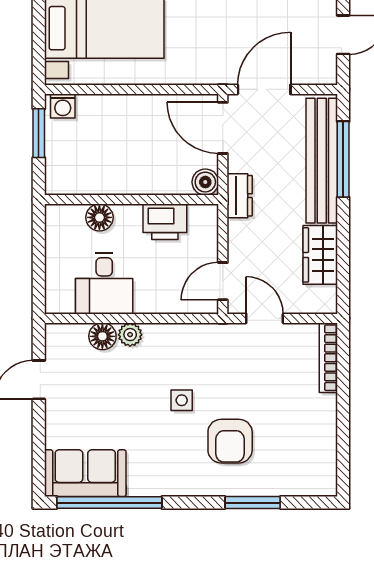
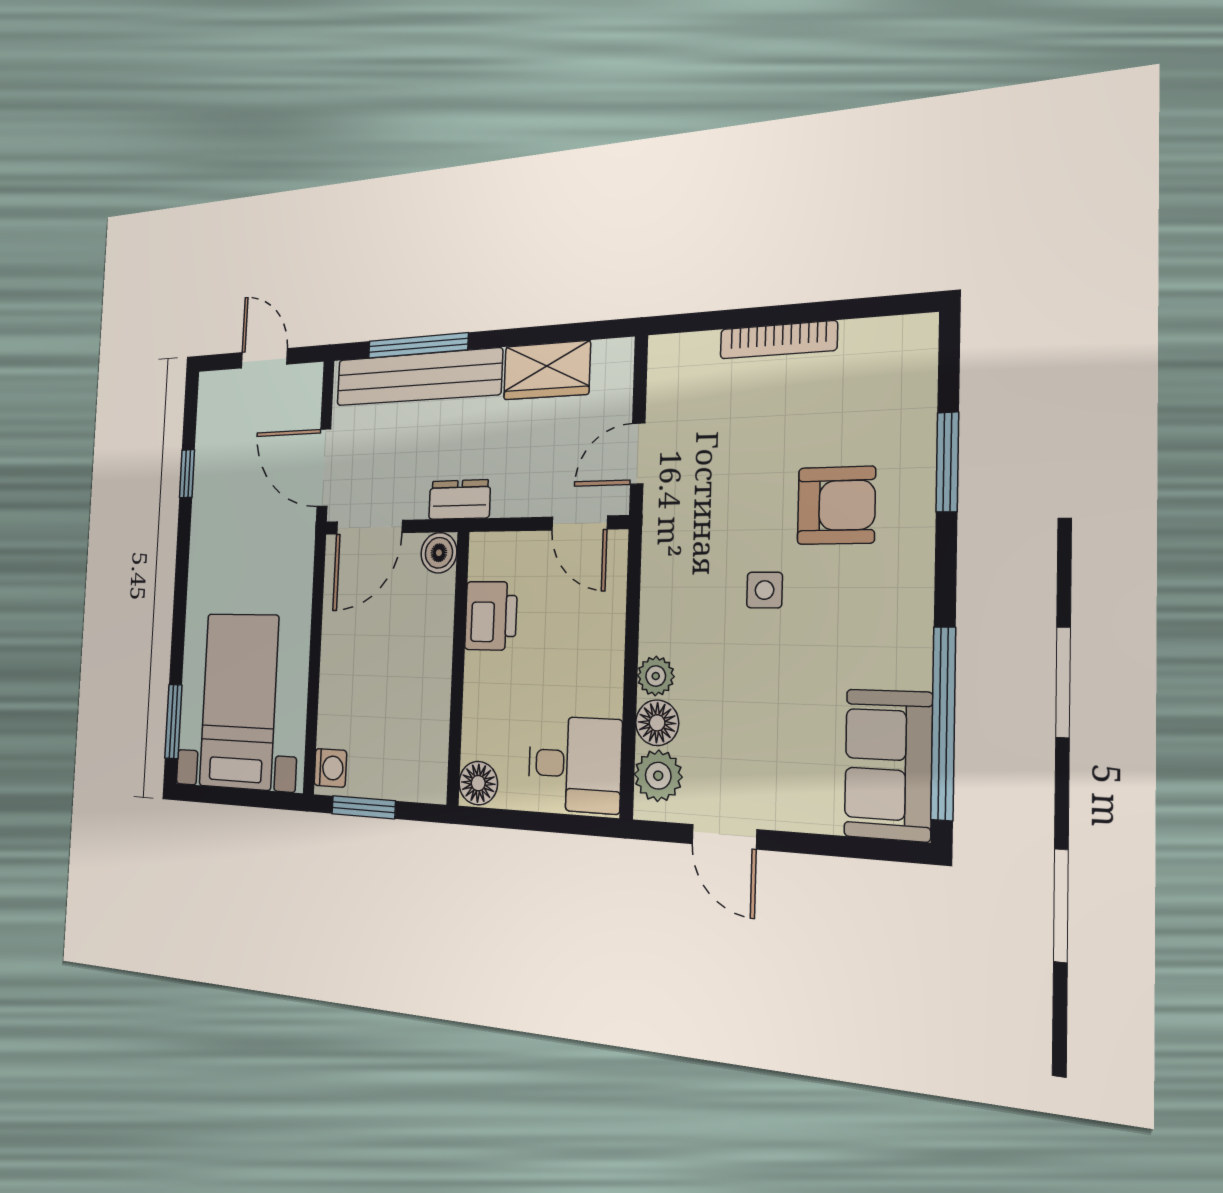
floor lamp: (99, 217) -> (478, 783), moved
desk: (104, 283) -> (574, 764), moved
plant: (71, 338) -> (658, 776), added
bookcase: (328, 358) -> (778, 340), moved

